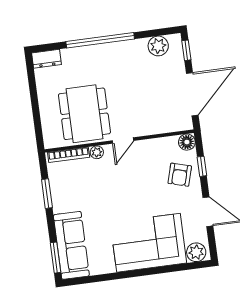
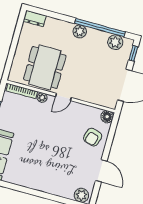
window: (100, 40) -> (100, 28), moved
plant: (109, 51) -> (80, 32), added
window: (202, 166) -> (110, 138), removed
corner sofa: (148, 243) -> (51, 175), removed

